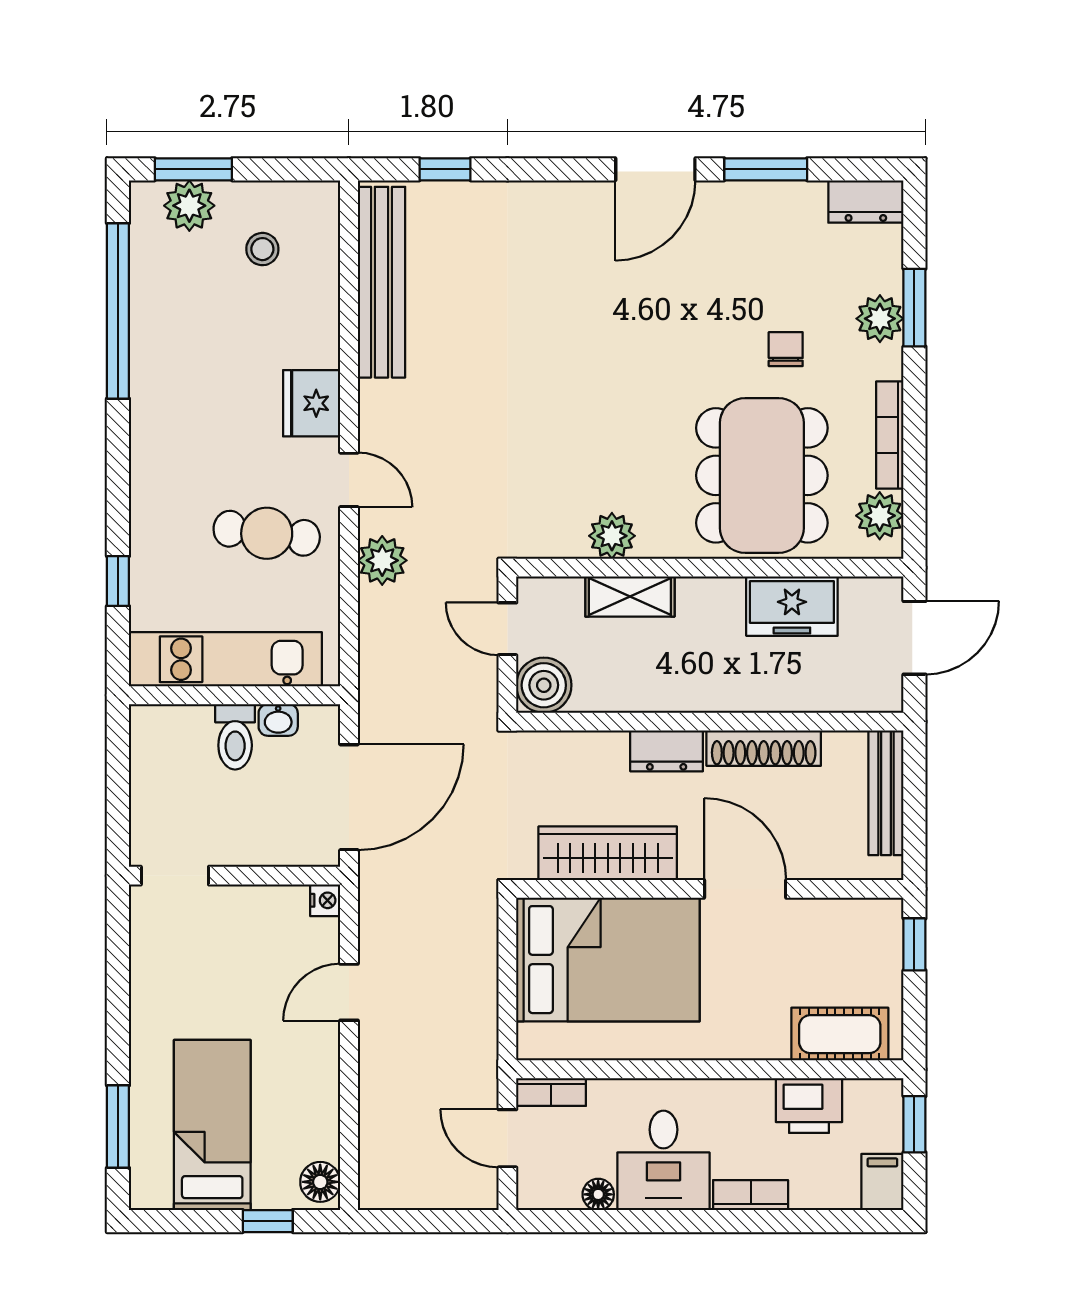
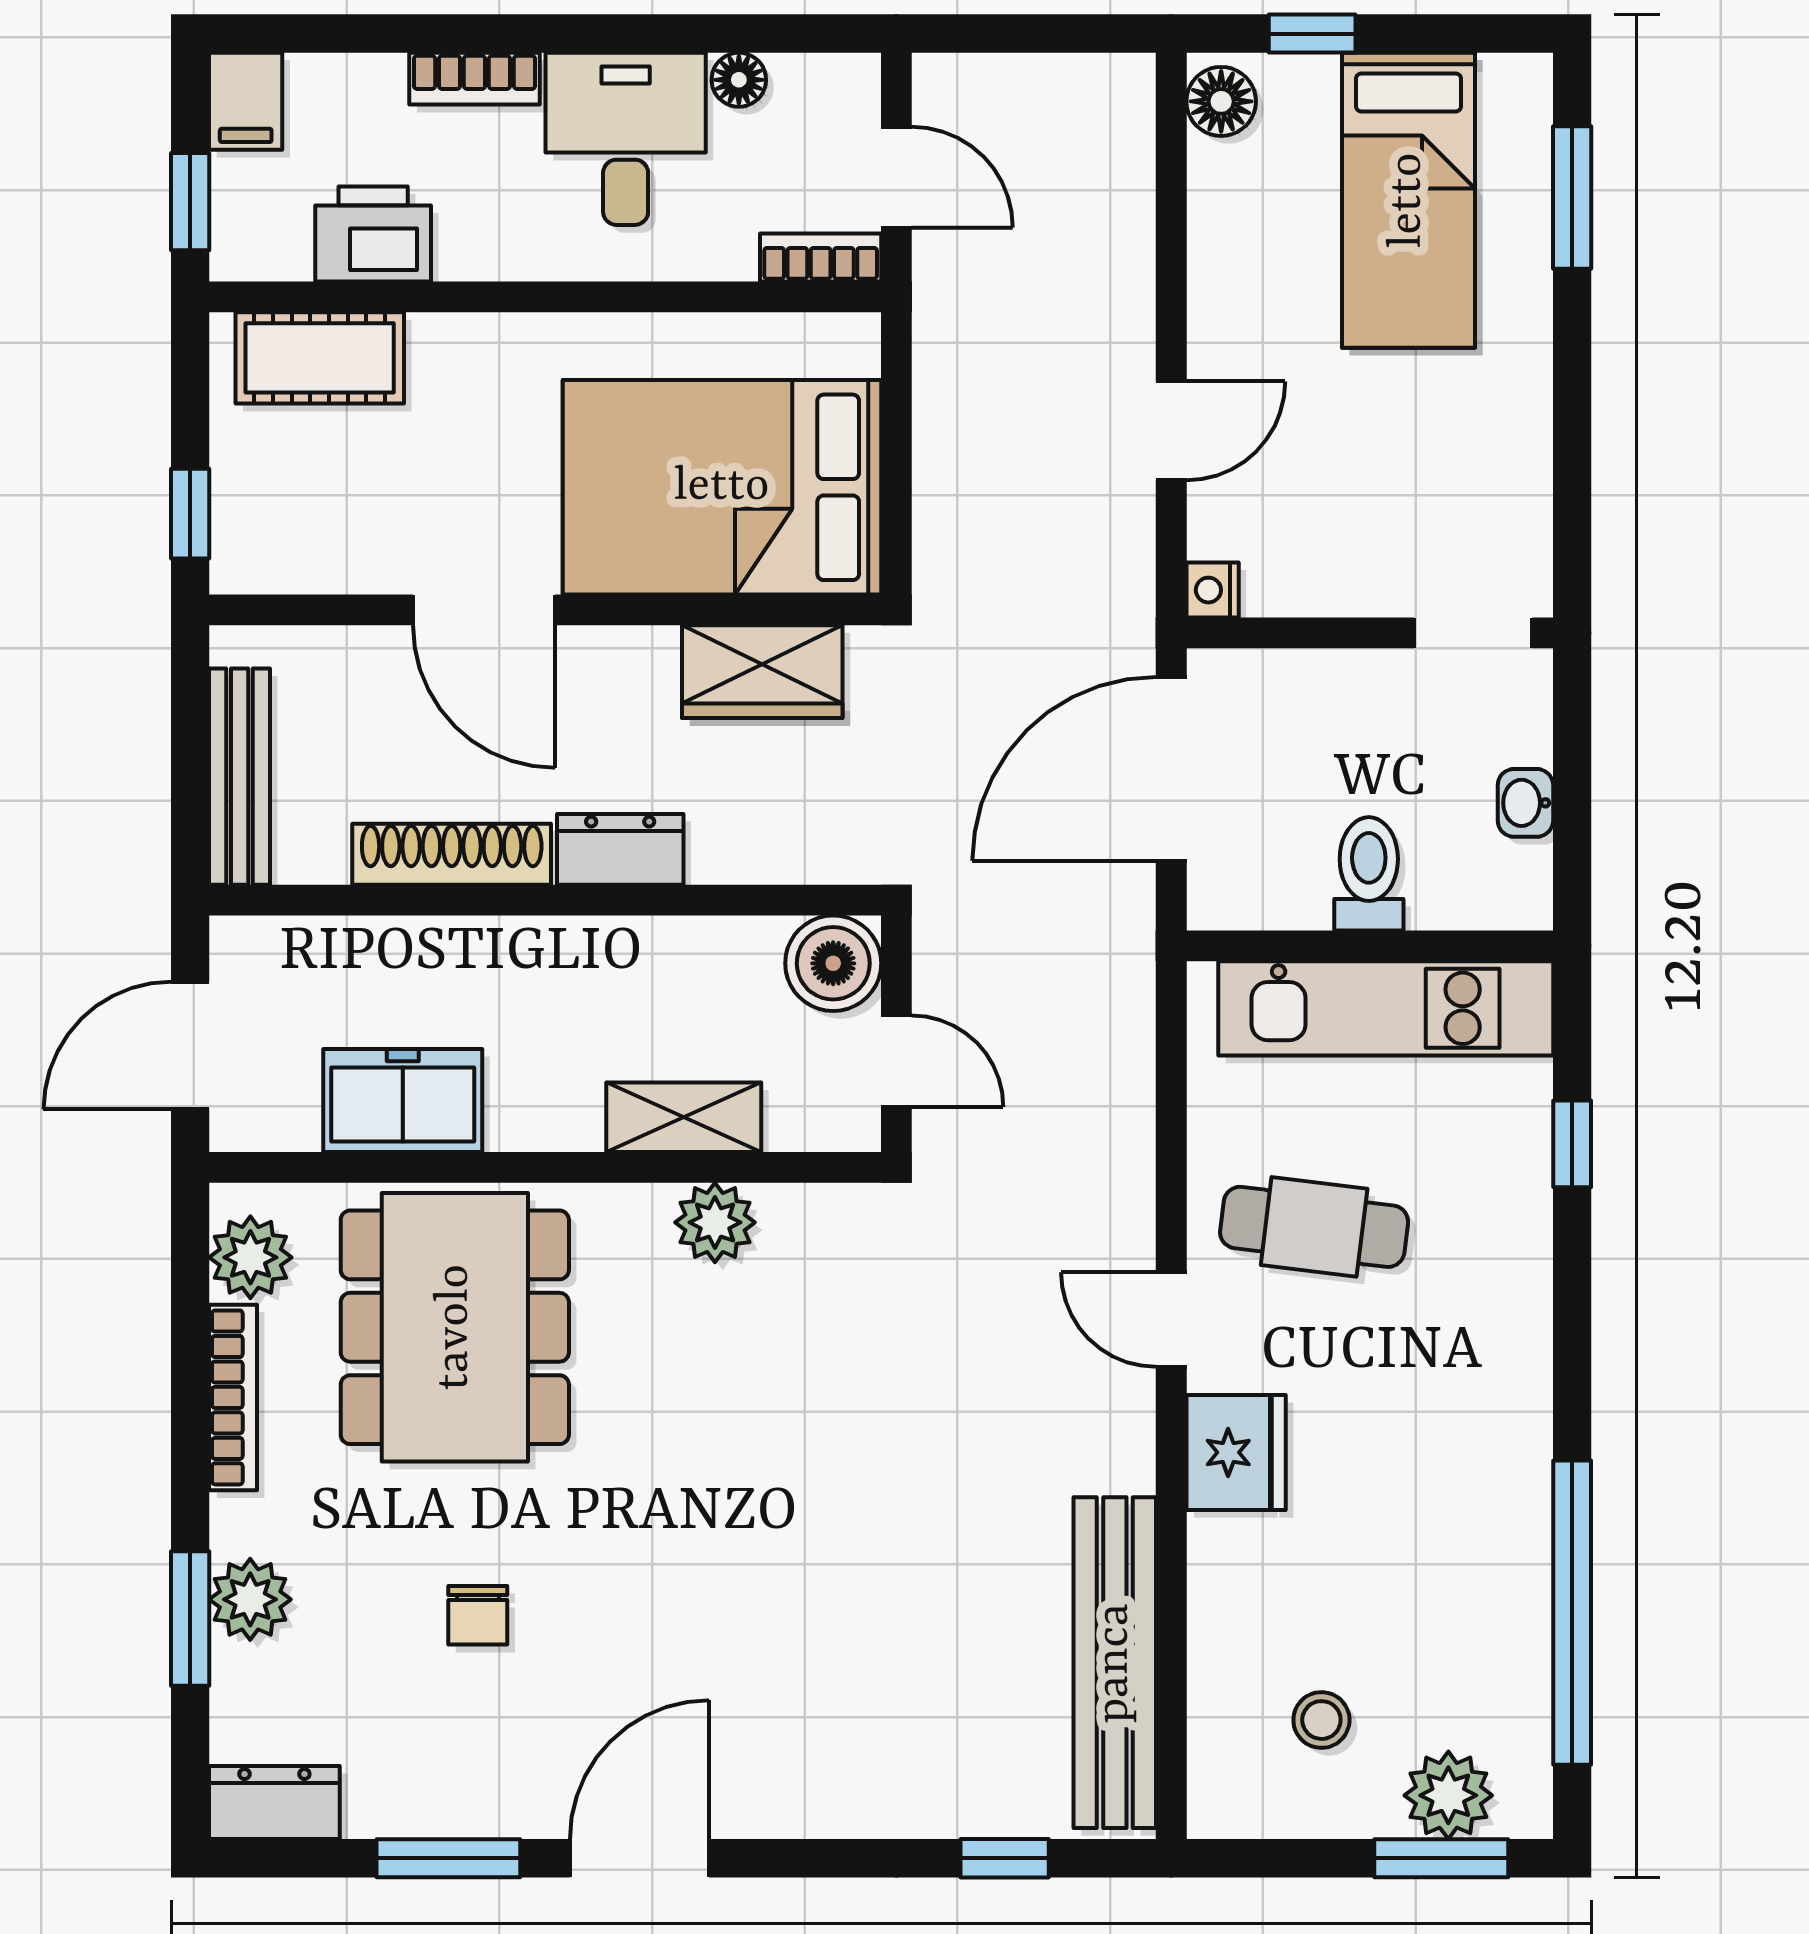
chair: (786, 349) -> (478, 1615), moved
plant: (382, 560) -> (1114, 1180), removed
washbasin: (278, 720) -> (1525, 803), moved, turned -90
wardrobe: (608, 853) -> (762, 672), width x0.67

